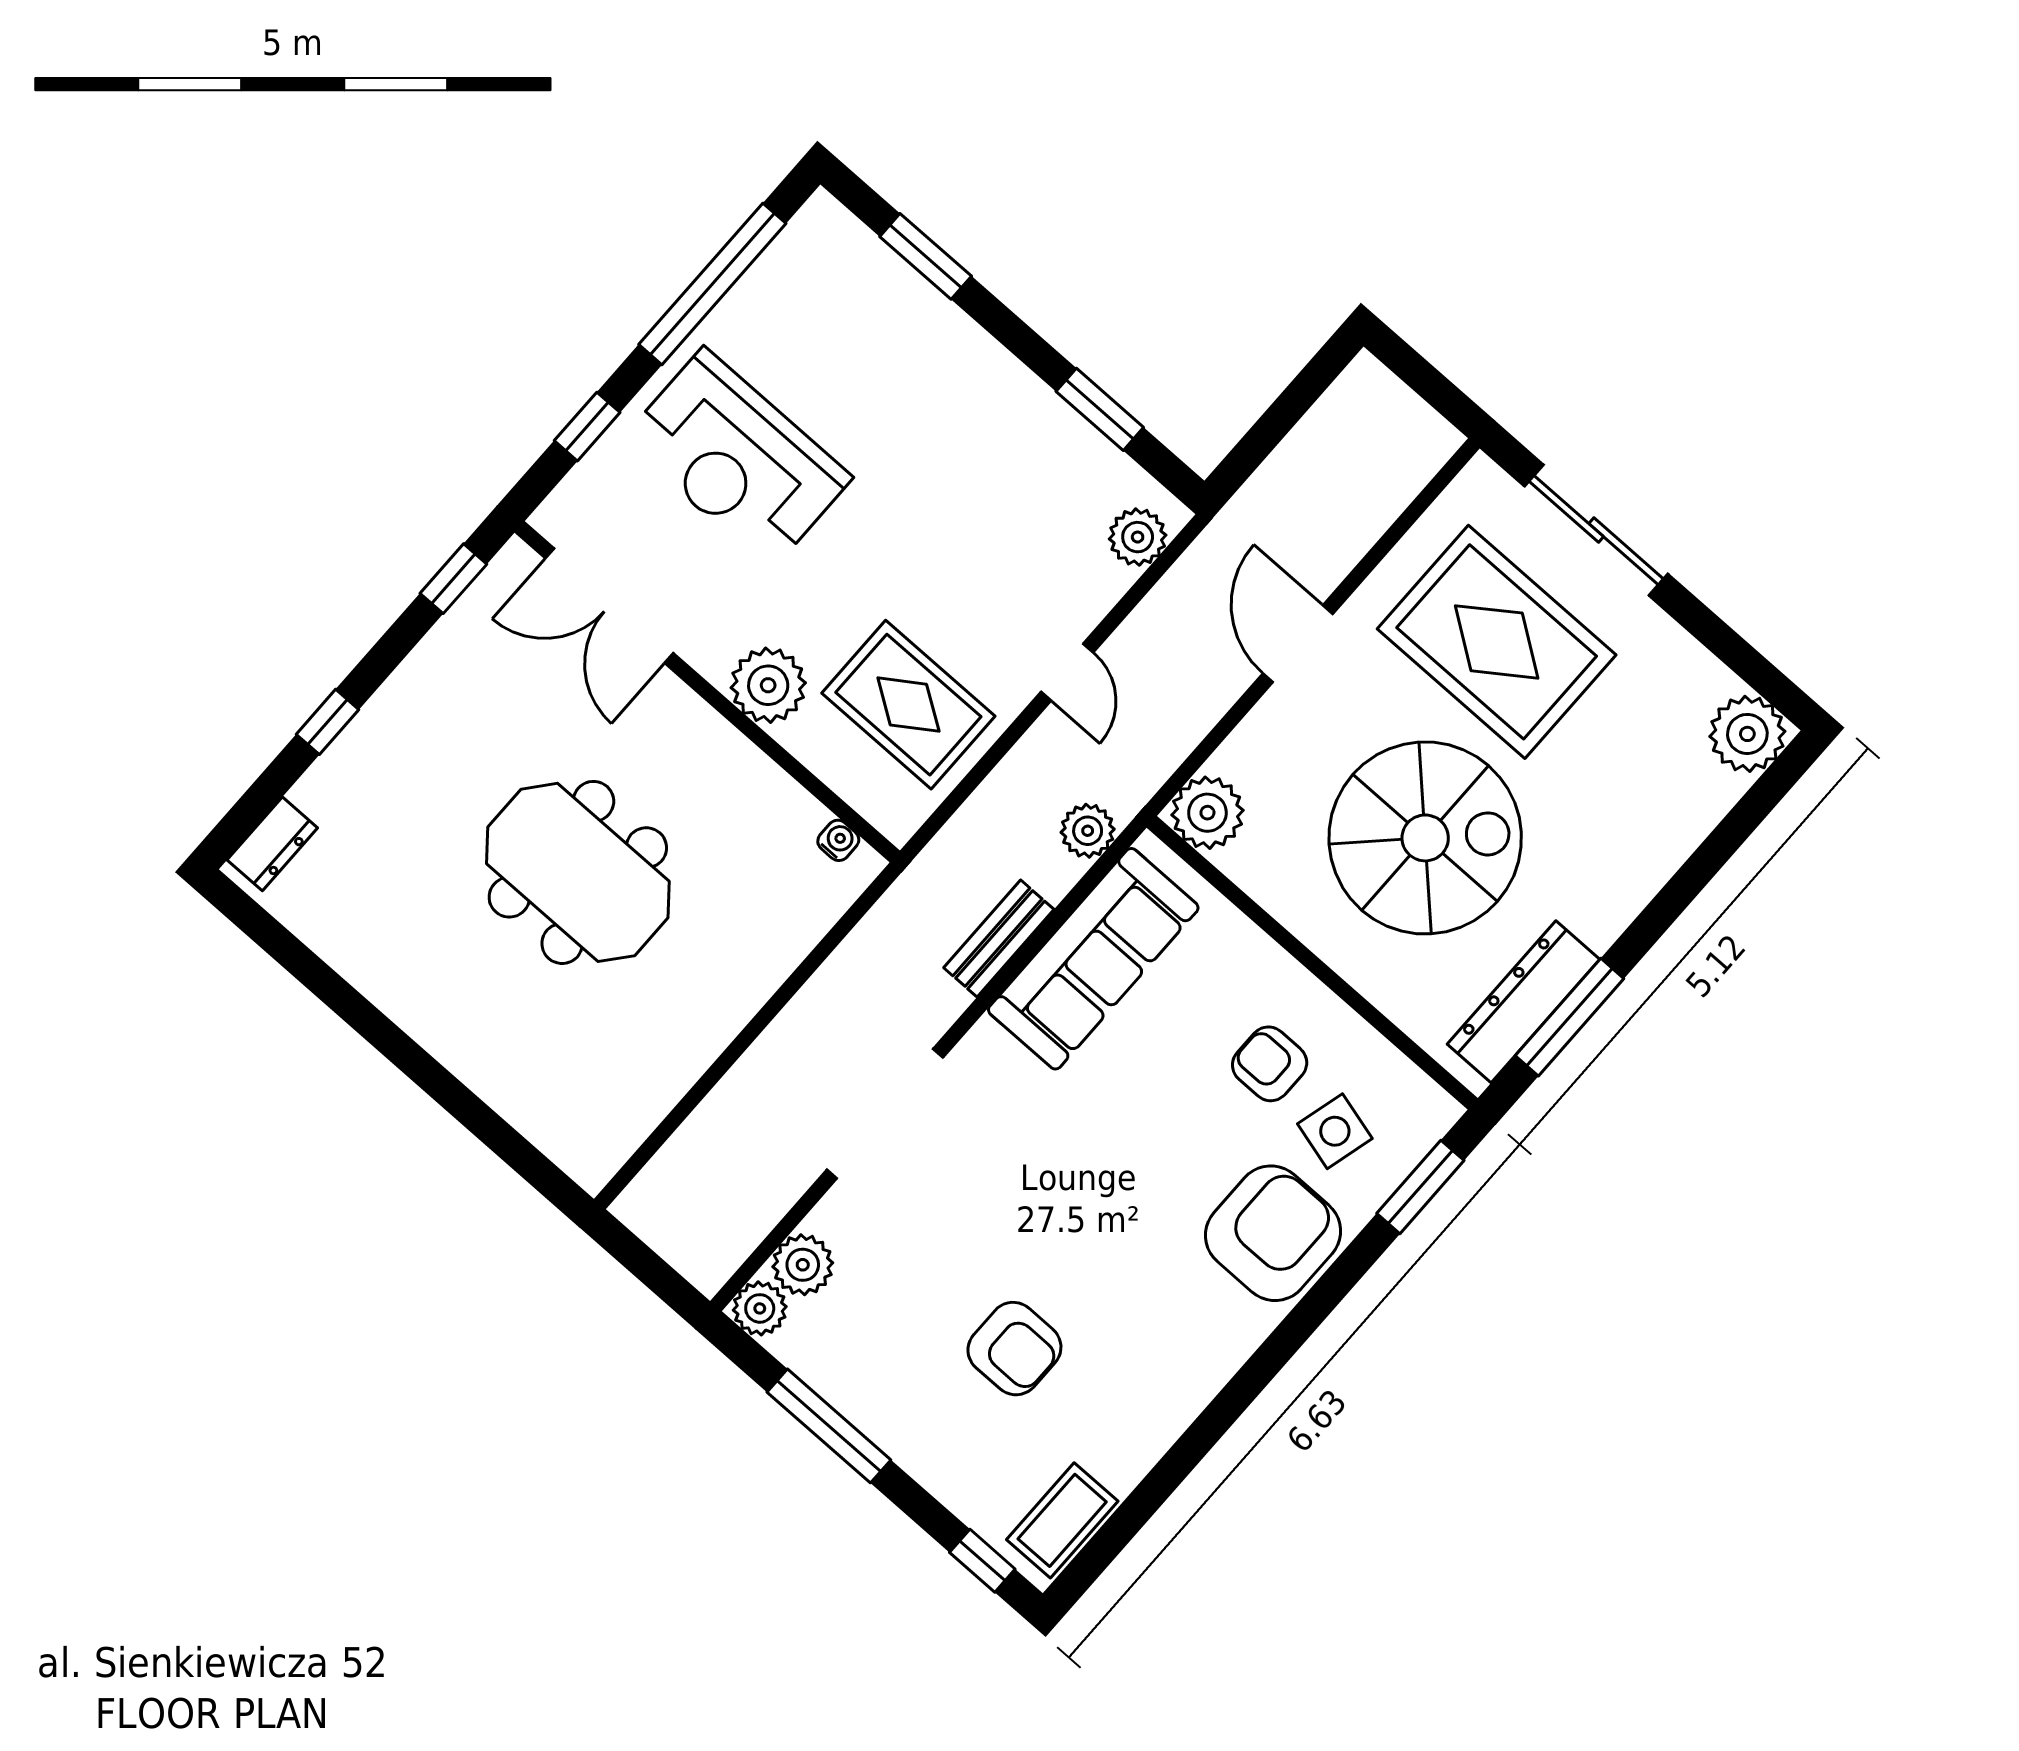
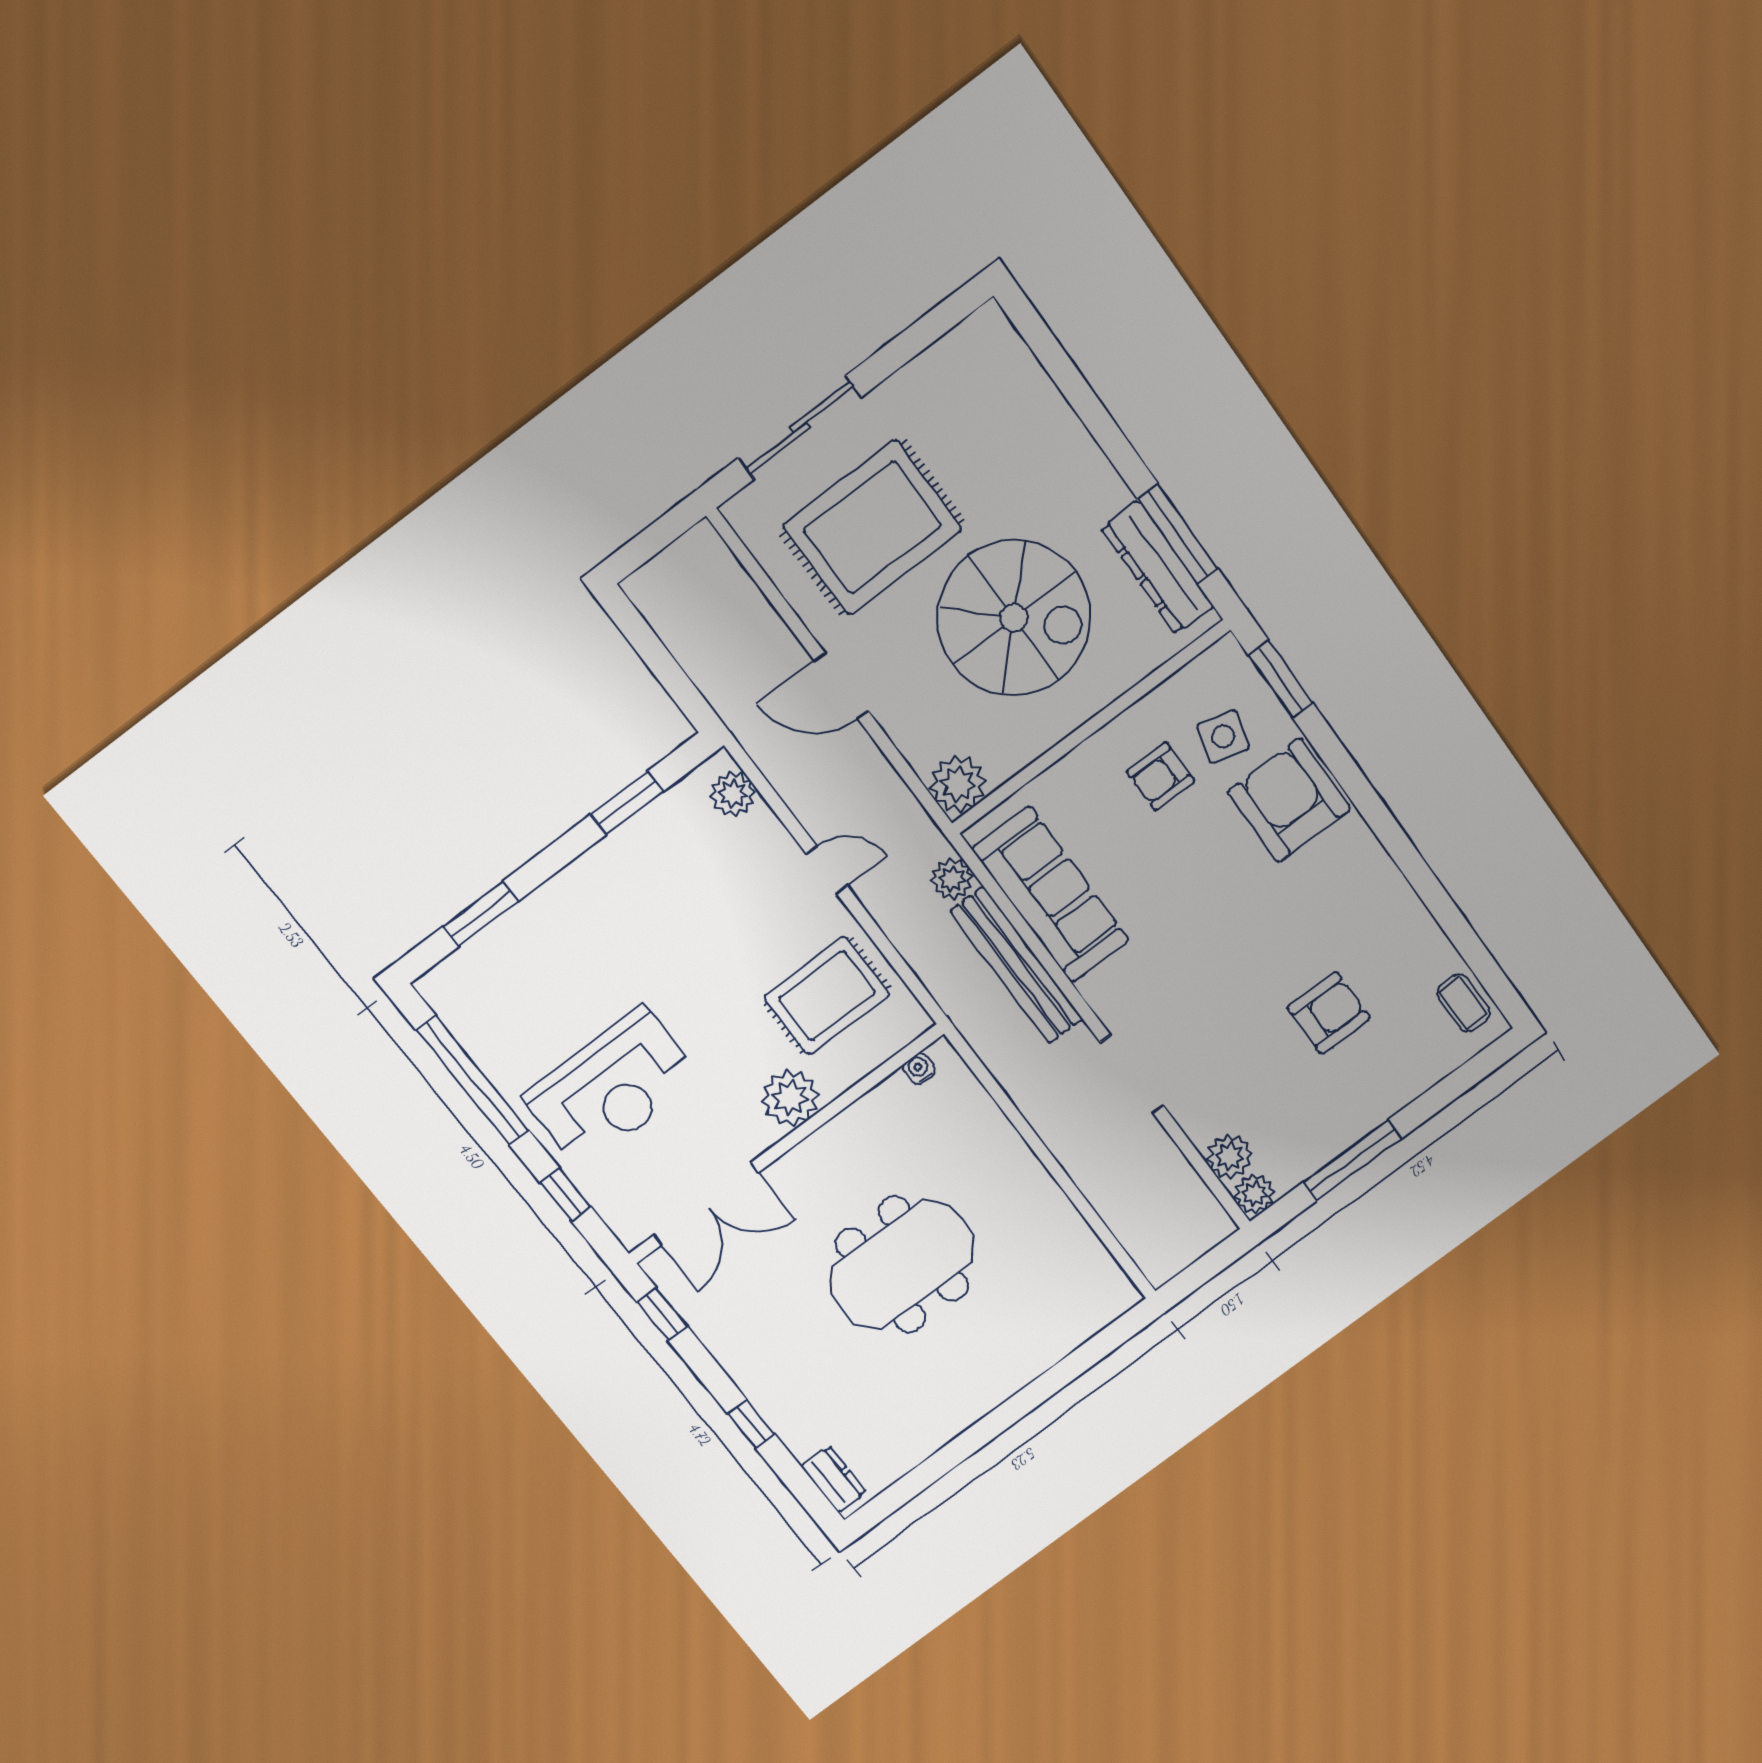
plant: (1747, 734) -> (987, 340), removed
spiral stairs: (1425, 838) -> (1014, 618), turned 90
bench: (999, 939) -> (1017, 965), width x1.86, depth x1.21
doorway: (885, 1114) -> (1132, 1074), width x0.73
coffee table: (1062, 1520) -> (1463, 1003), width x0.73, depth x0.77
window: (982, 1561) -> (1478, 1068), removed

